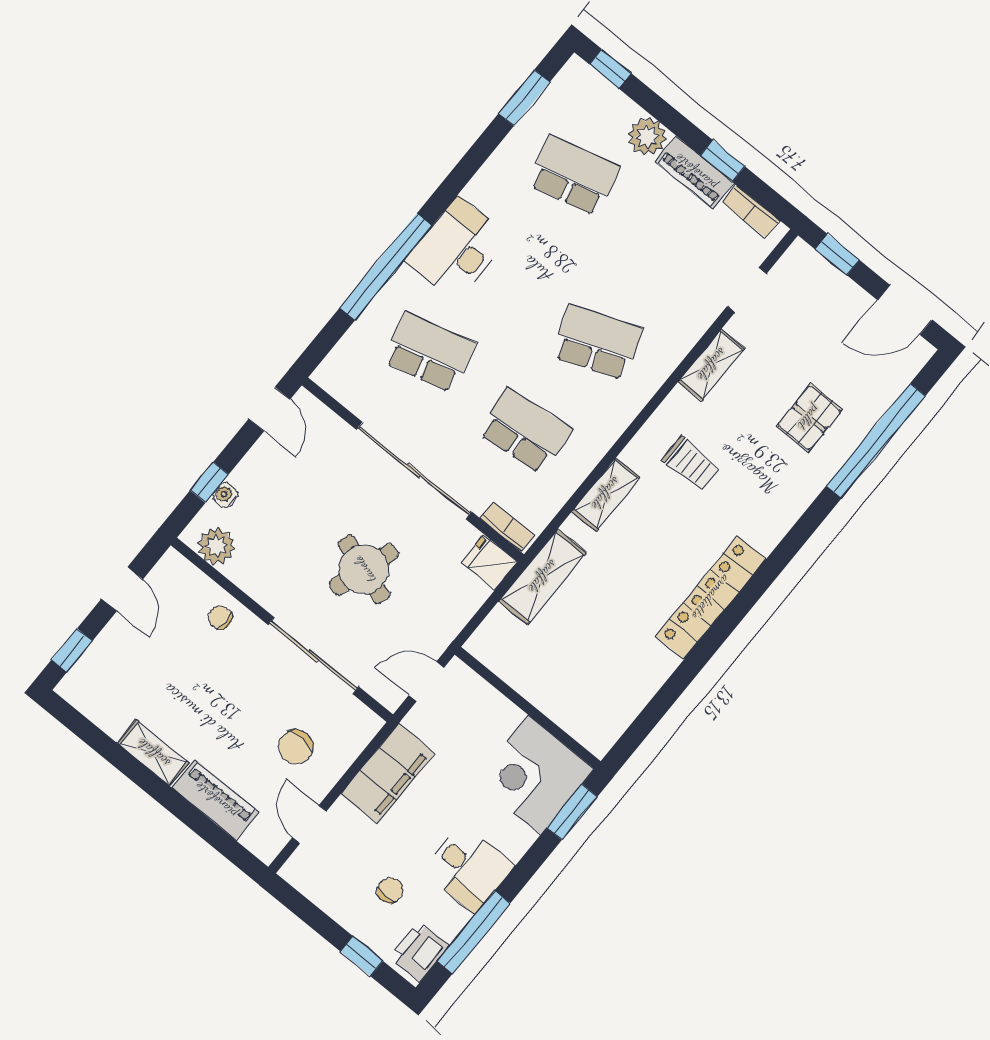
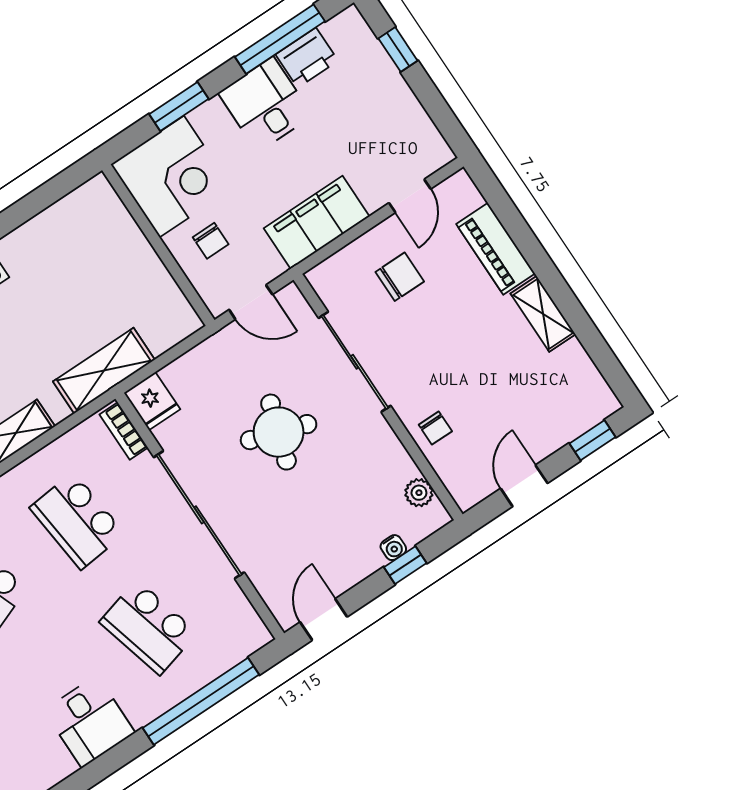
desk: (457, 249) -> (90, 721), width x0.73
window: (386, 267) -> (201, 701), moved
plant: (216, 546) -> (419, 493), width x0.73, depth x0.73
window: (572, 812) -> (179, 107), moved
chair: (390, 890) -> (211, 241), moved, turned -90
printer: (420, 952) -> (307, 58), moved

